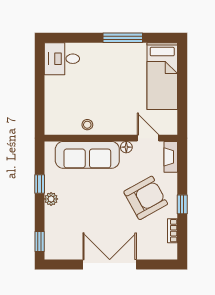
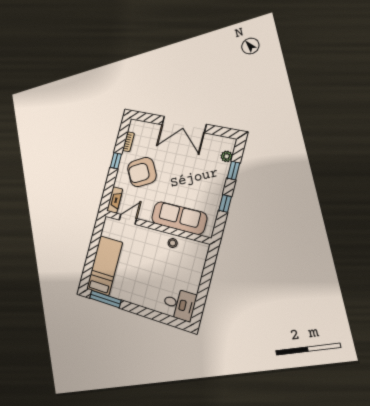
window: (123, 38) -> (105, 299), moved
door: (148, 138) -> (128, 219), swing flipped
floor lamp: (126, 147) -> (146, 216), removed
plant: (51, 199) -> (227, 156), moved
window: (40, 241) -> (233, 171), moved

